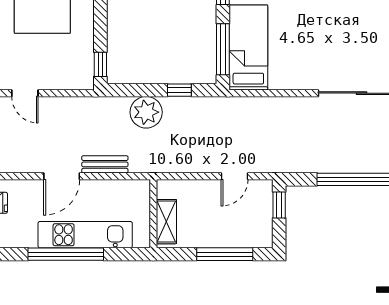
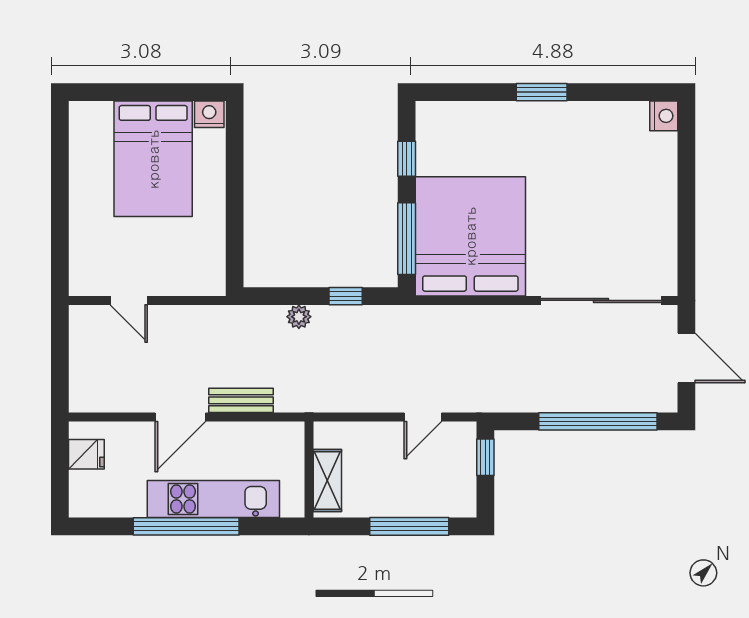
bed: (248, 47) -> (470, 236), width x2.04
window: (100, 64) -> (235, 260), removed
plant: (146, 112) -> (299, 317), width x0.53, depth x0.53

